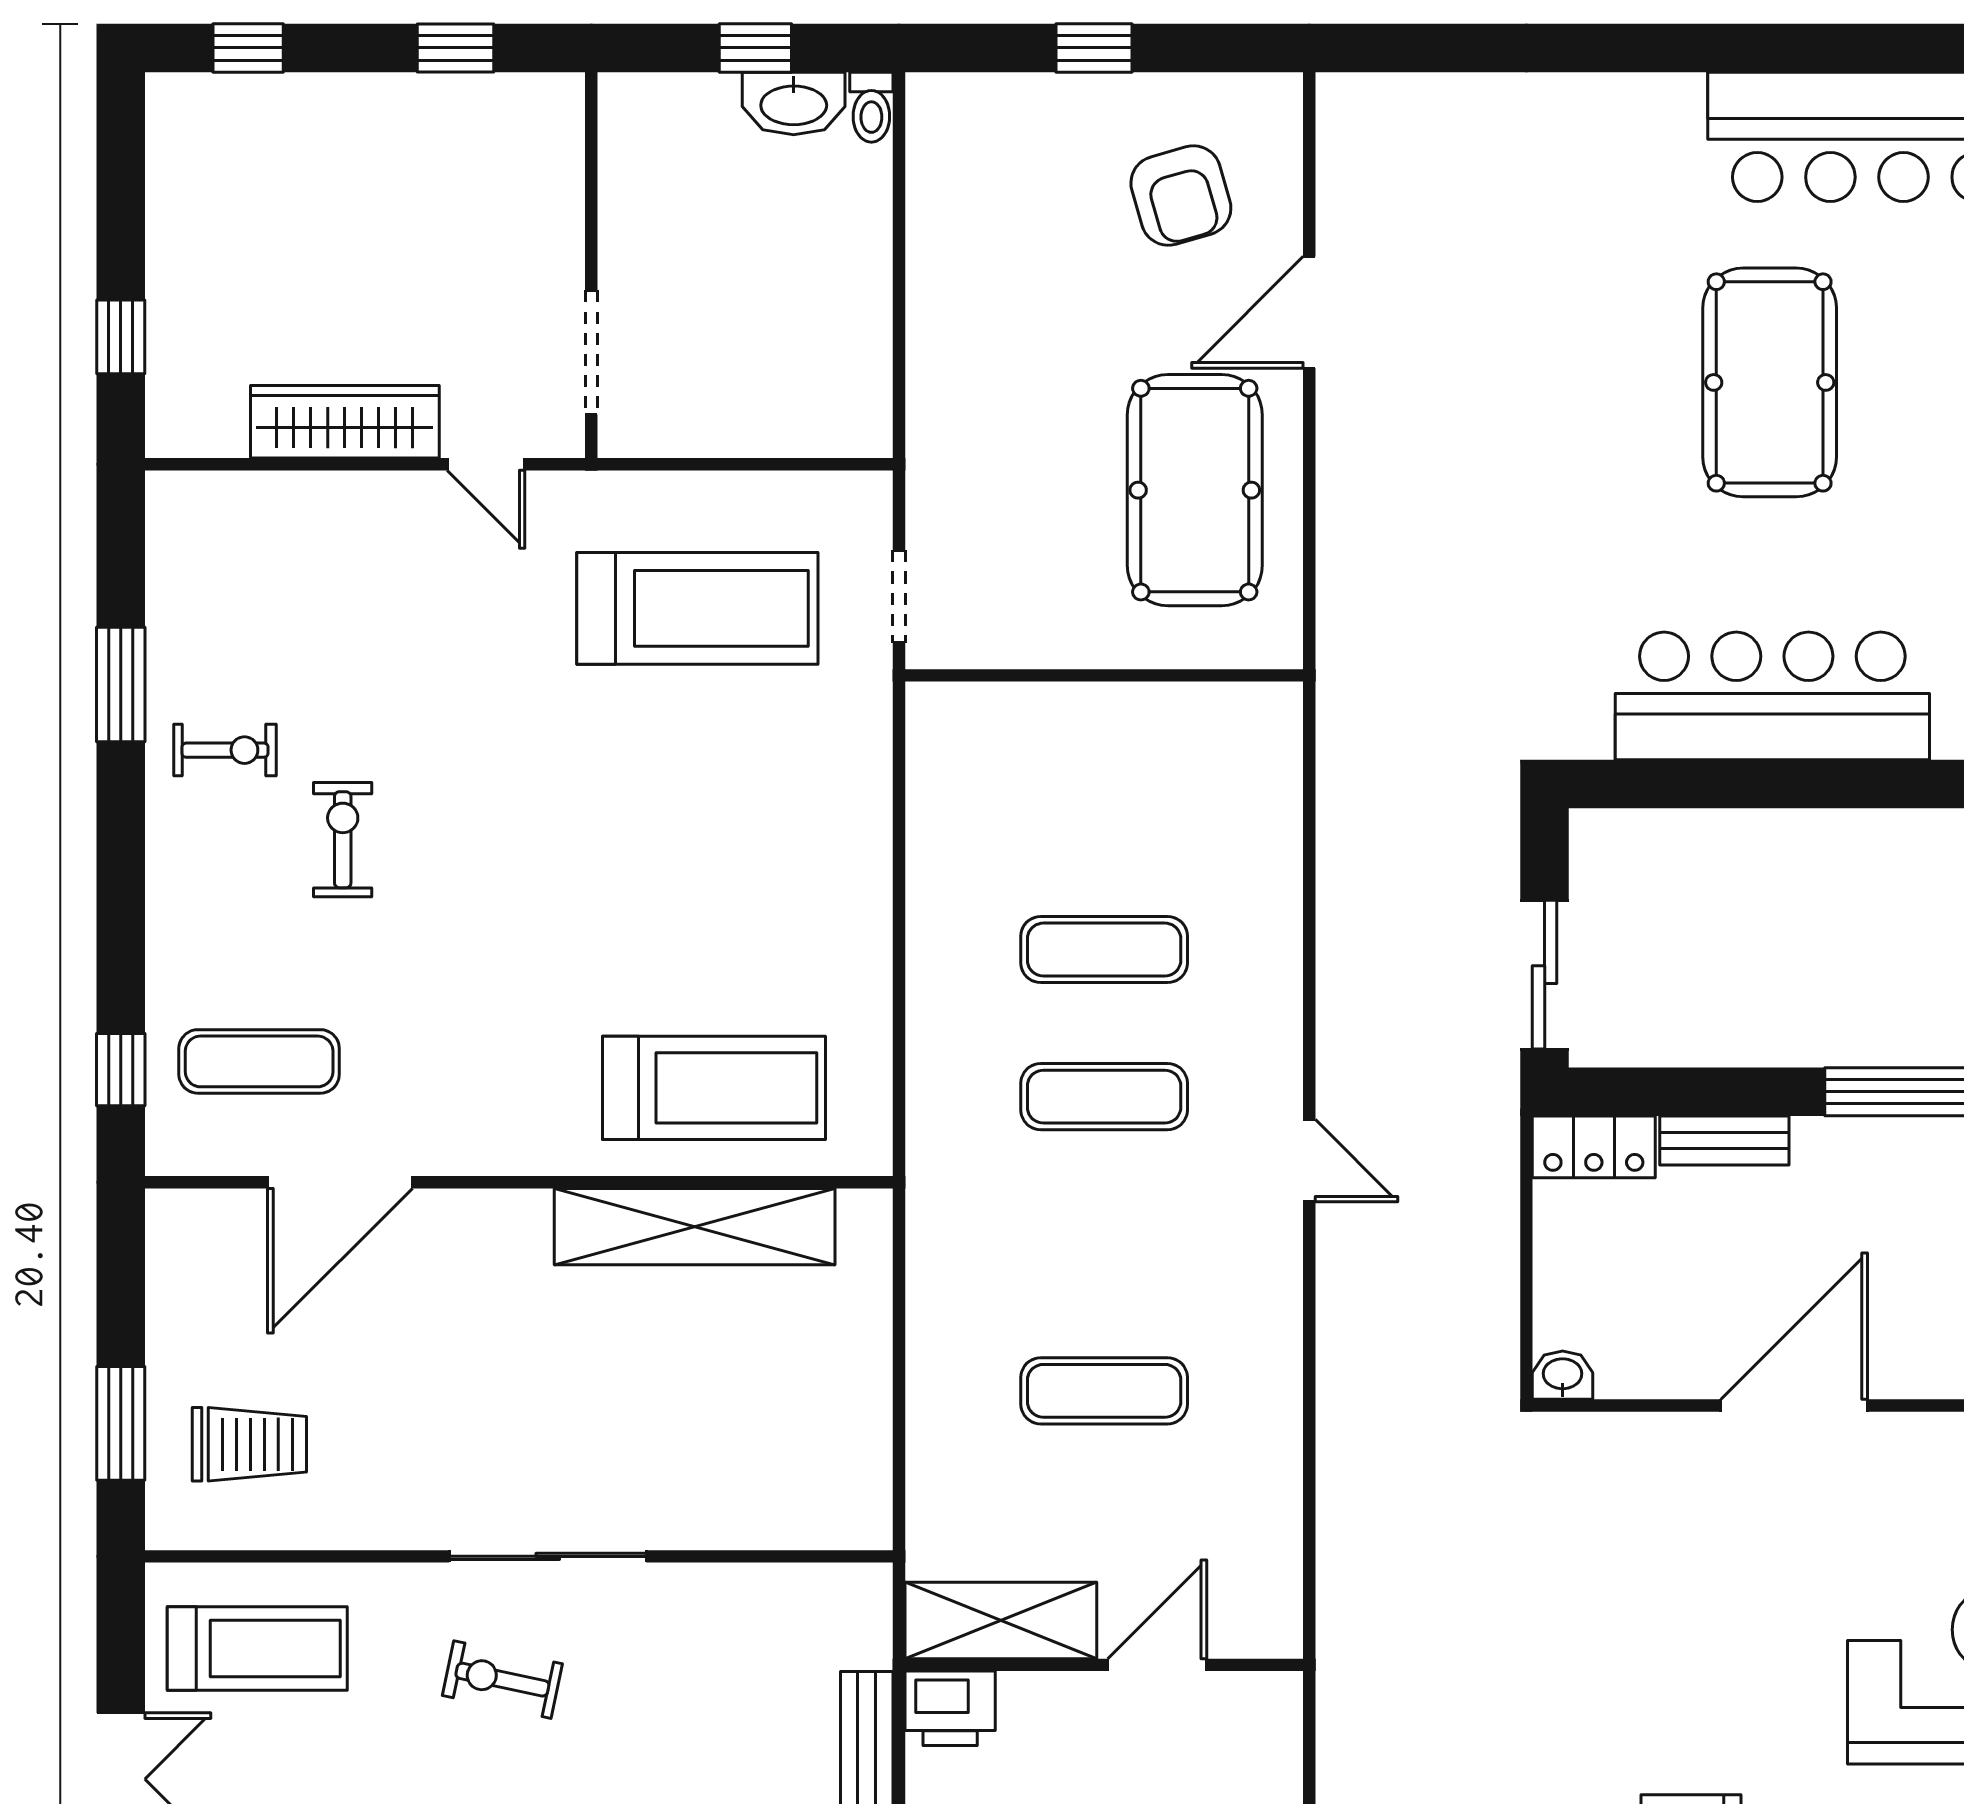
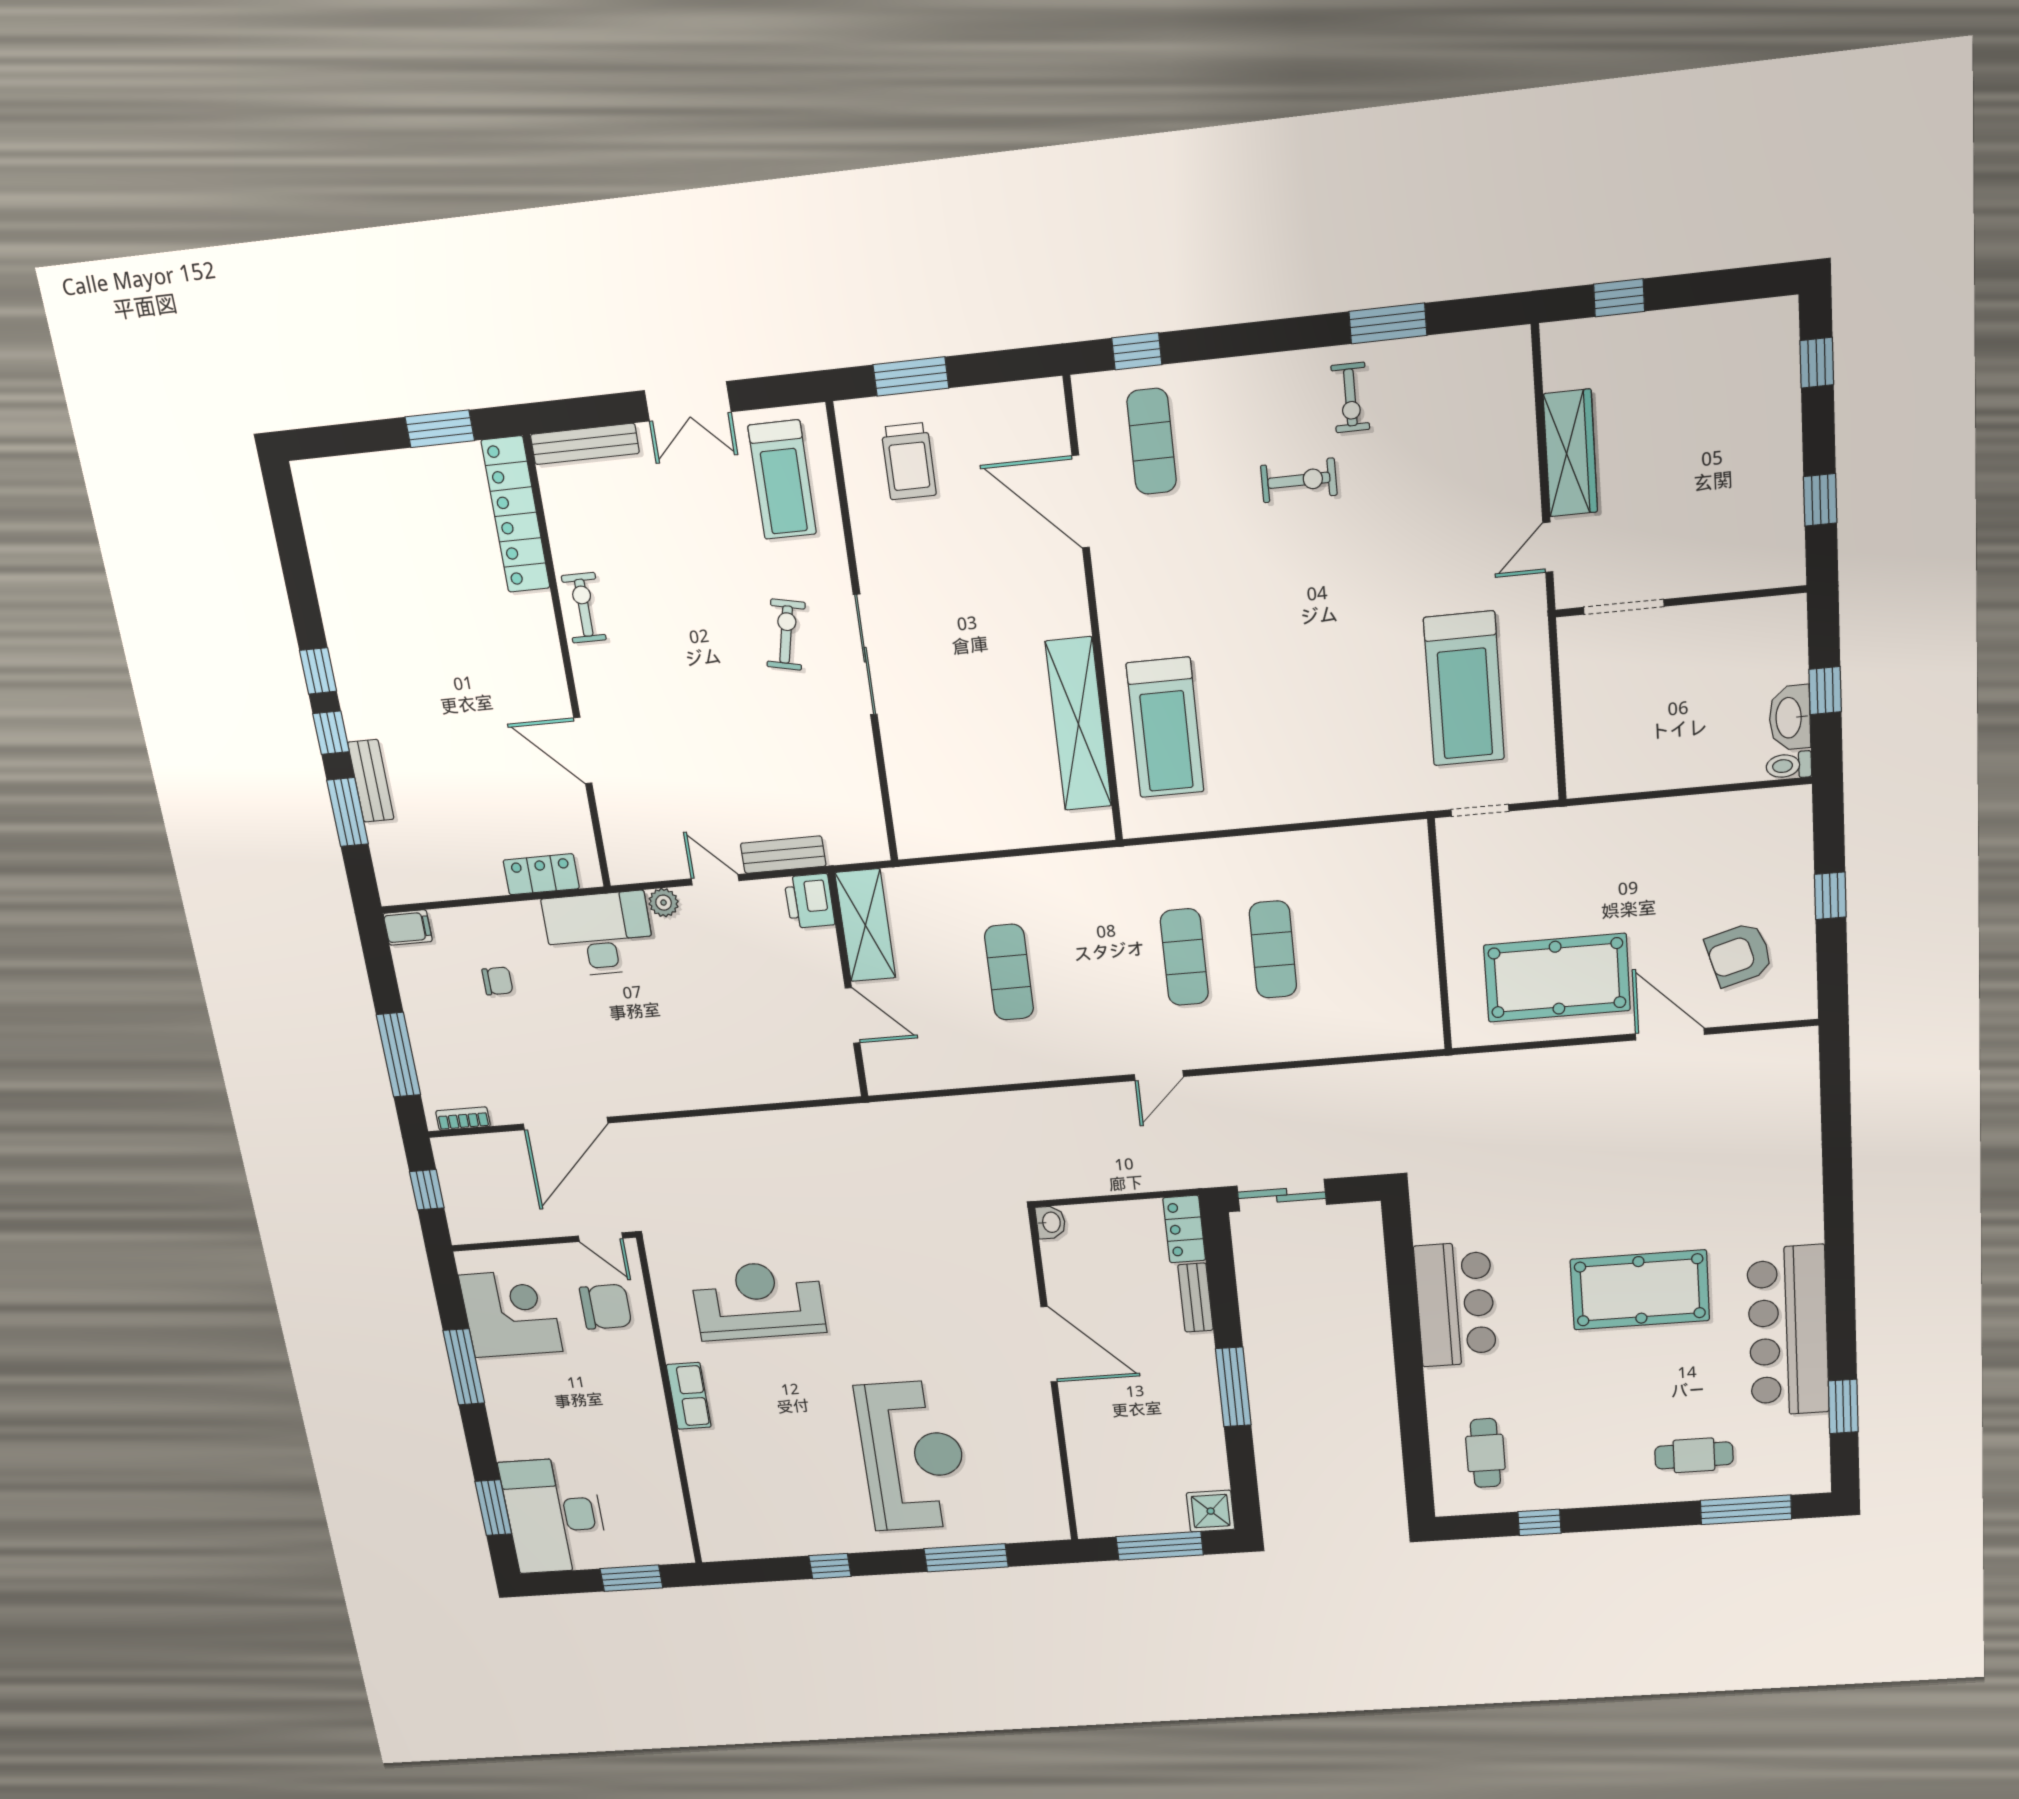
bar counter: (1772, 696) -> (1455, 1304), width x0.73

